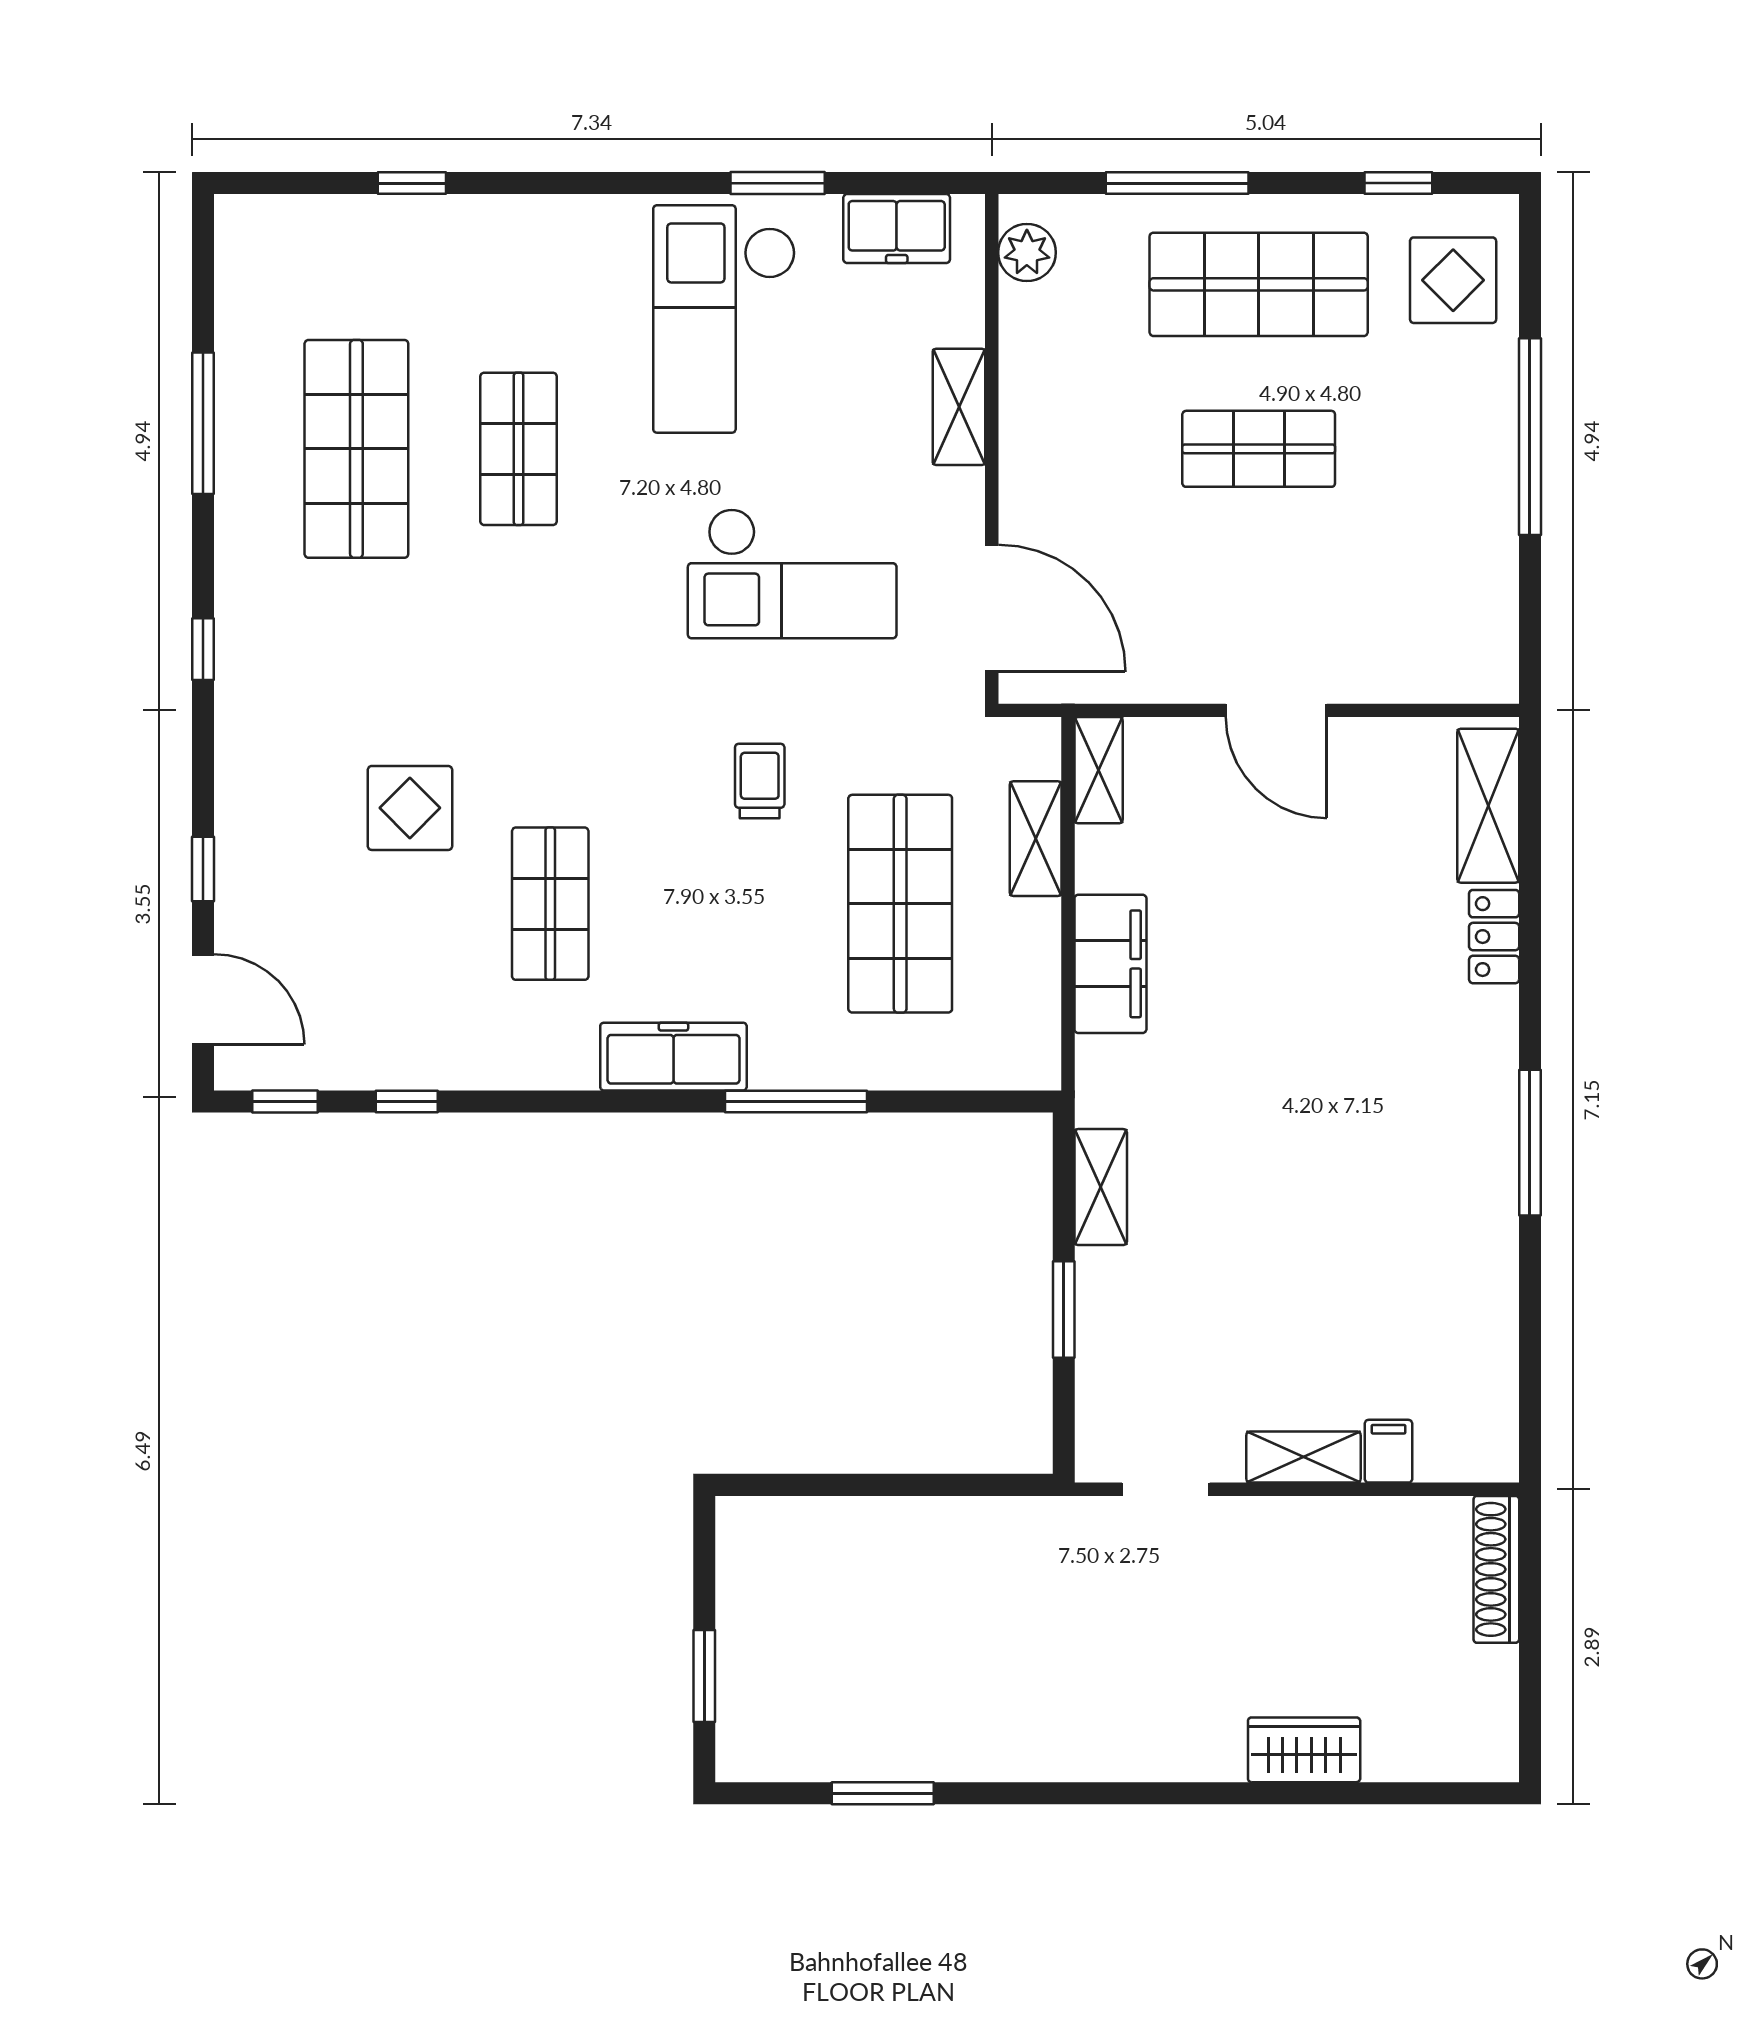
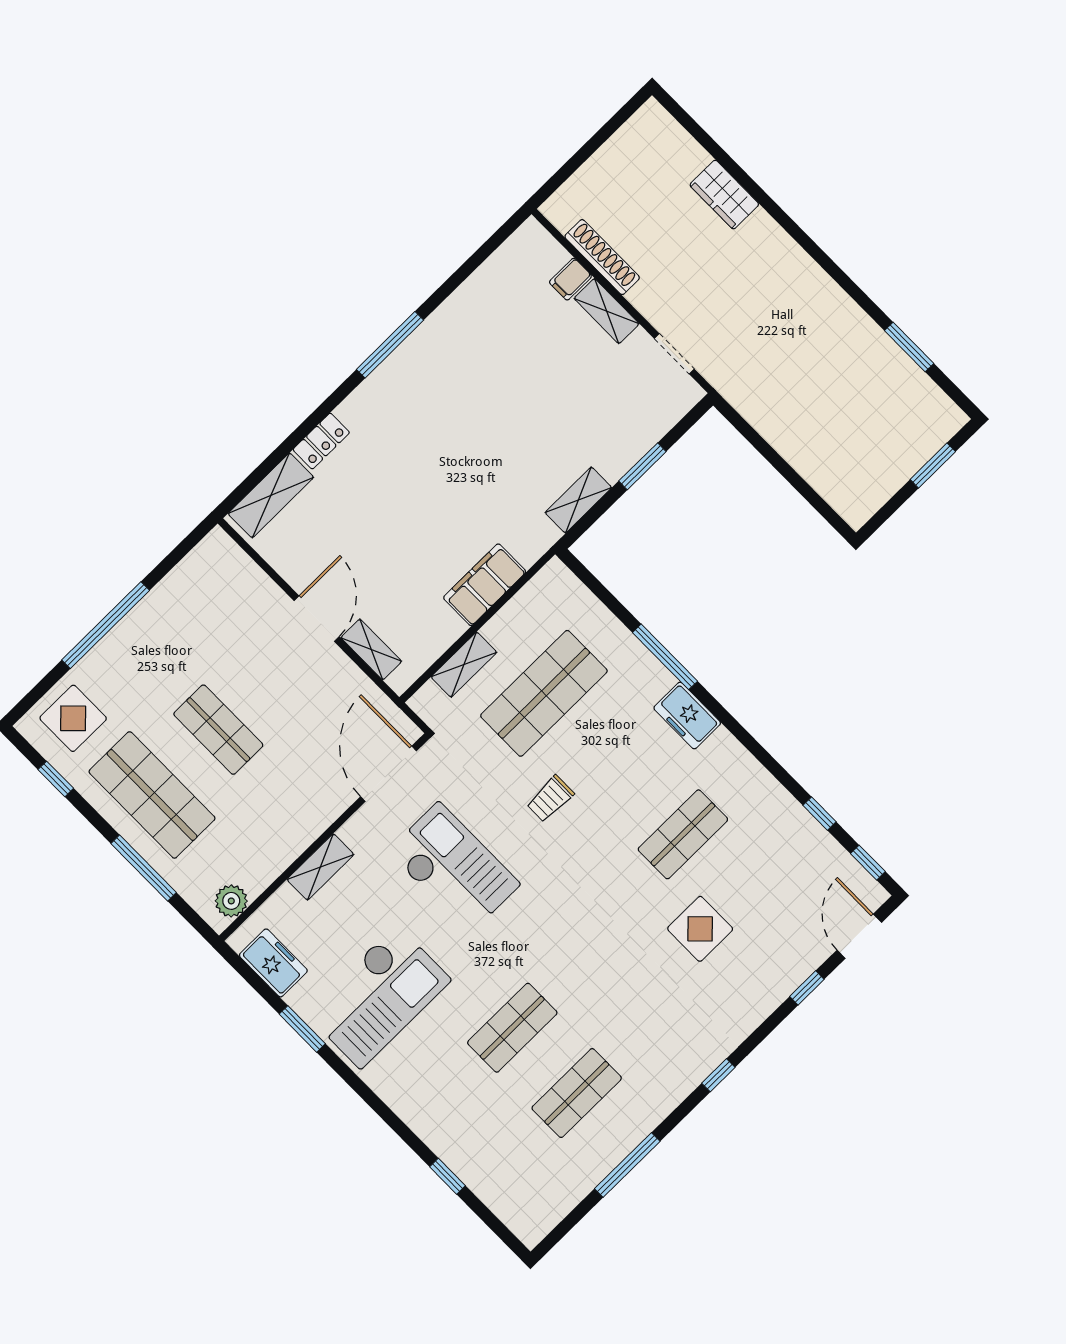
shop shelf: (356, 449) -> (577, 1093), width x0.70, depth x0.74
shelving: (1099, 770) -> (371, 649), moved, turned 90
freezer: (673, 1057) -> (687, 716), width x0.71
shoe rack: (1496, 1569) -> (602, 257), moved, turned -90

